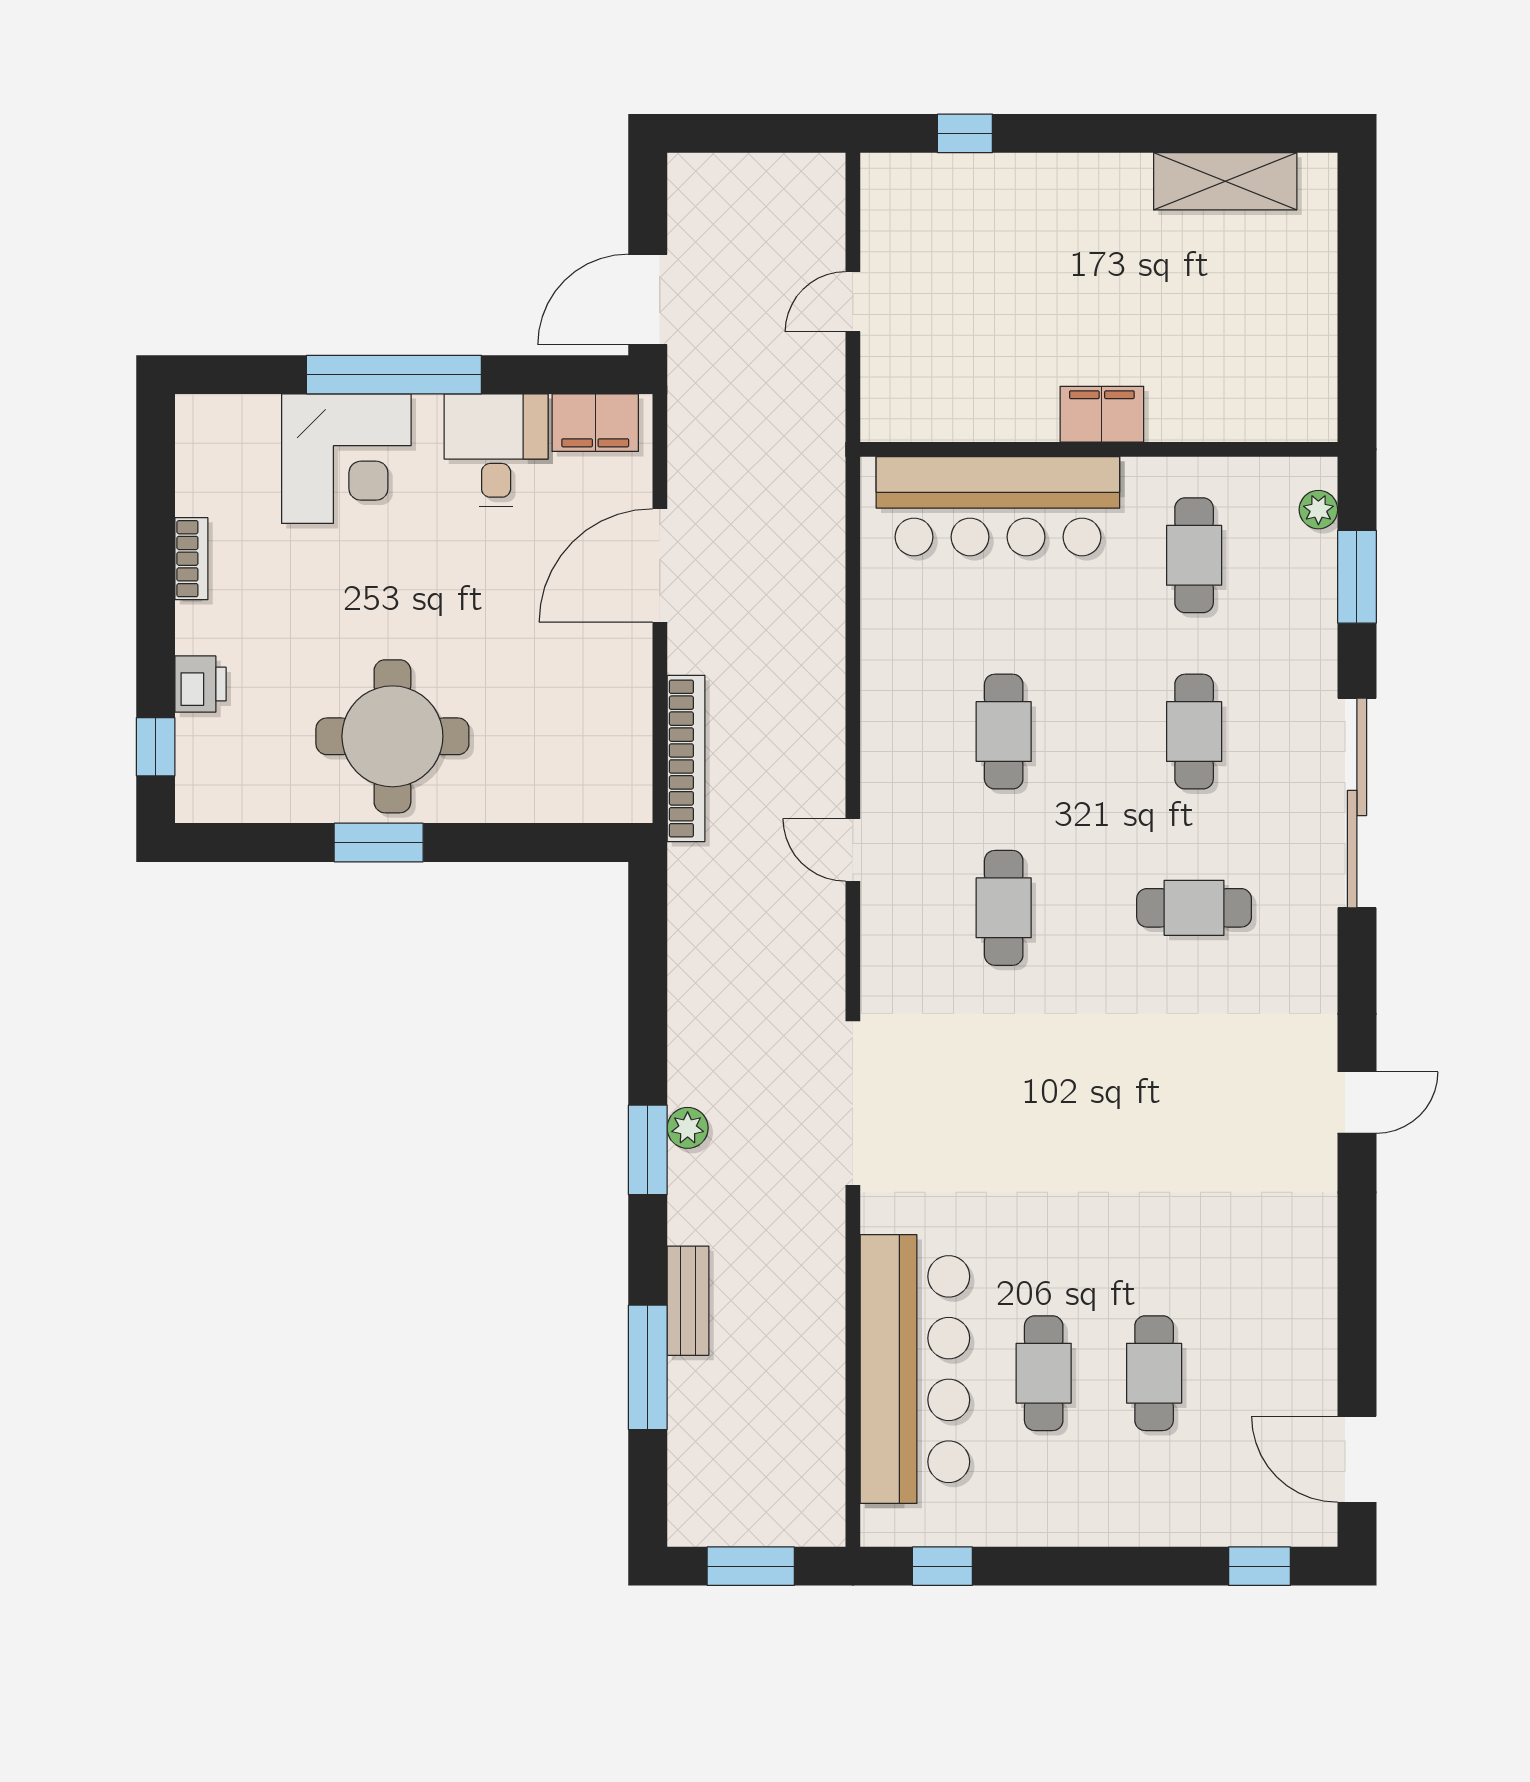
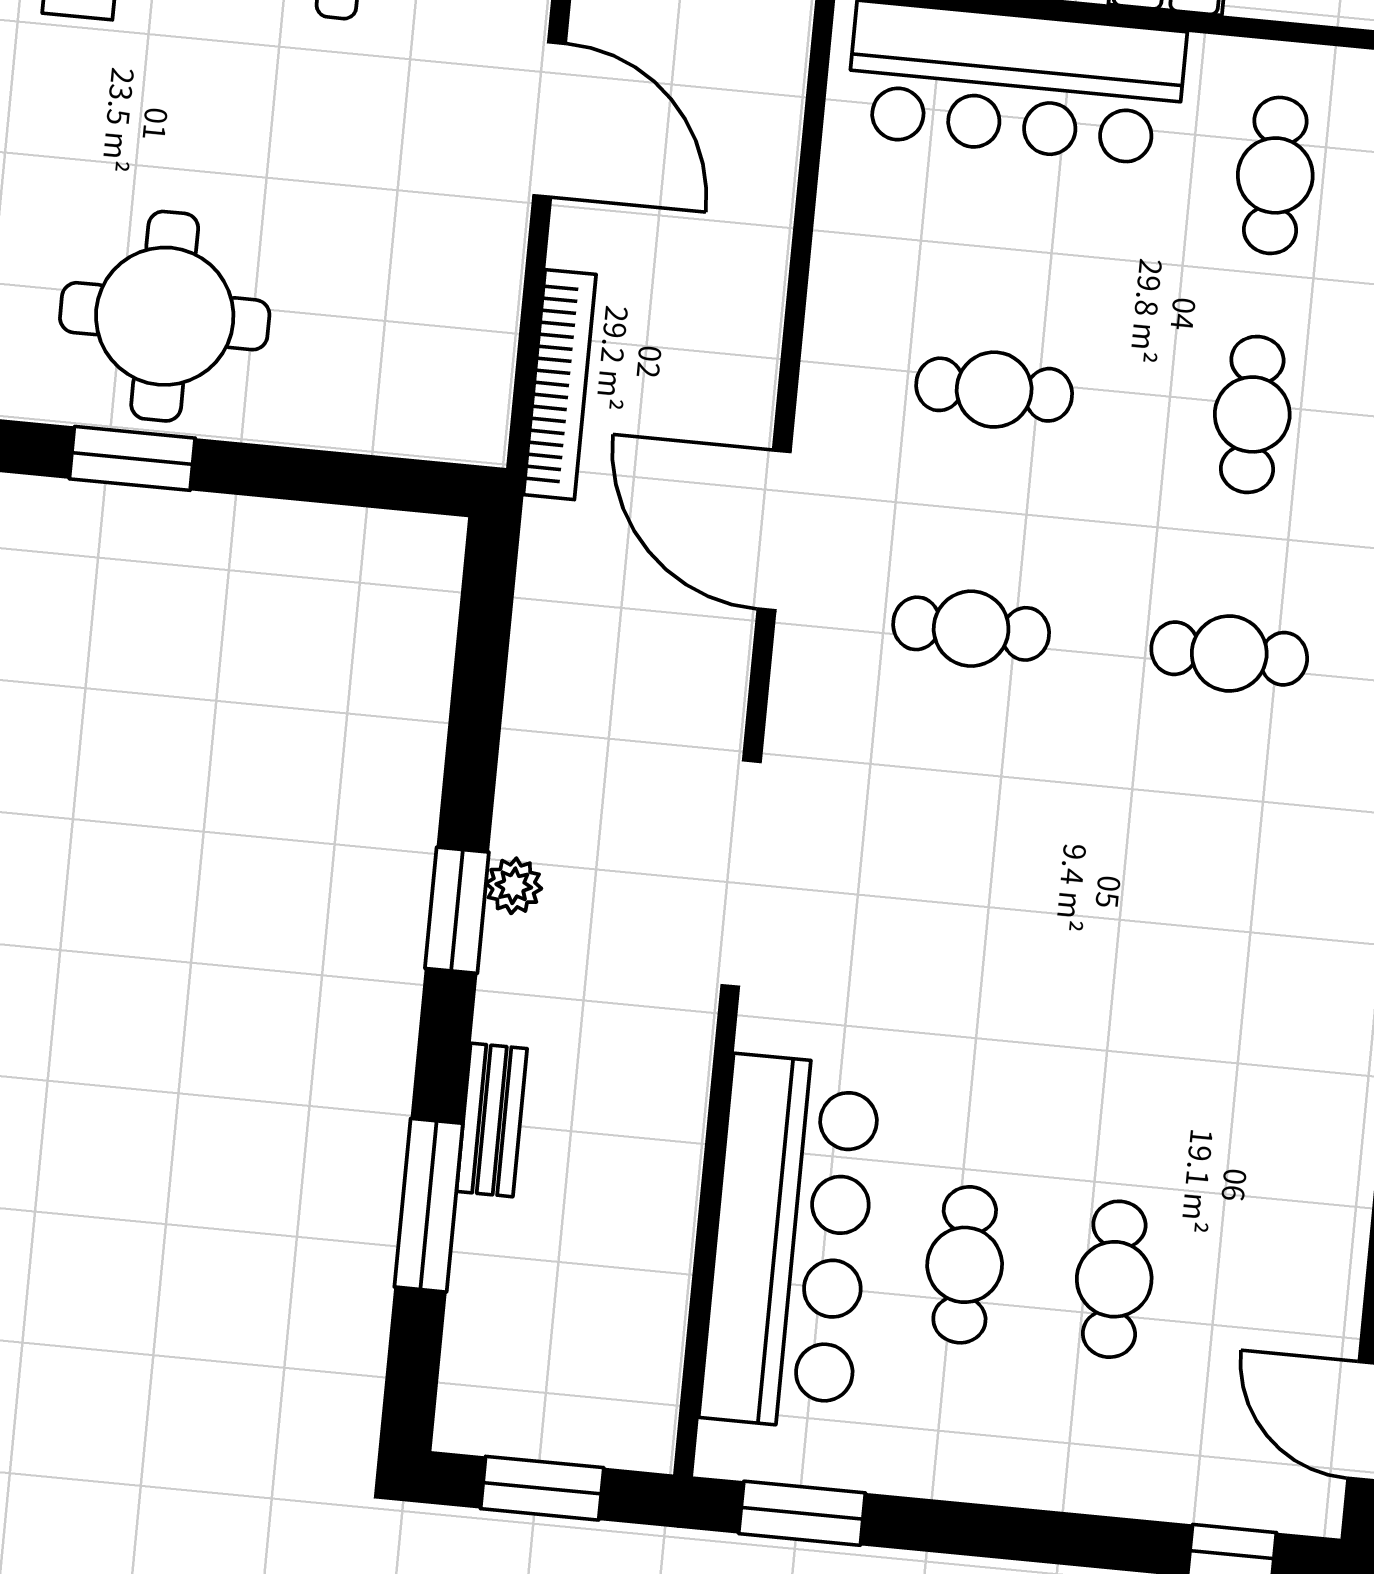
door: (660, 566) -> (550, 120), swing flipped
cafe table: (1004, 732) -> (994, 390), turned 90
door: (853, 850) -> (774, 530), width x1.88
cafe table: (1004, 908) -> (971, 629), turned 90
window: (942, 1566) -> (802, 1513), width x1.50

